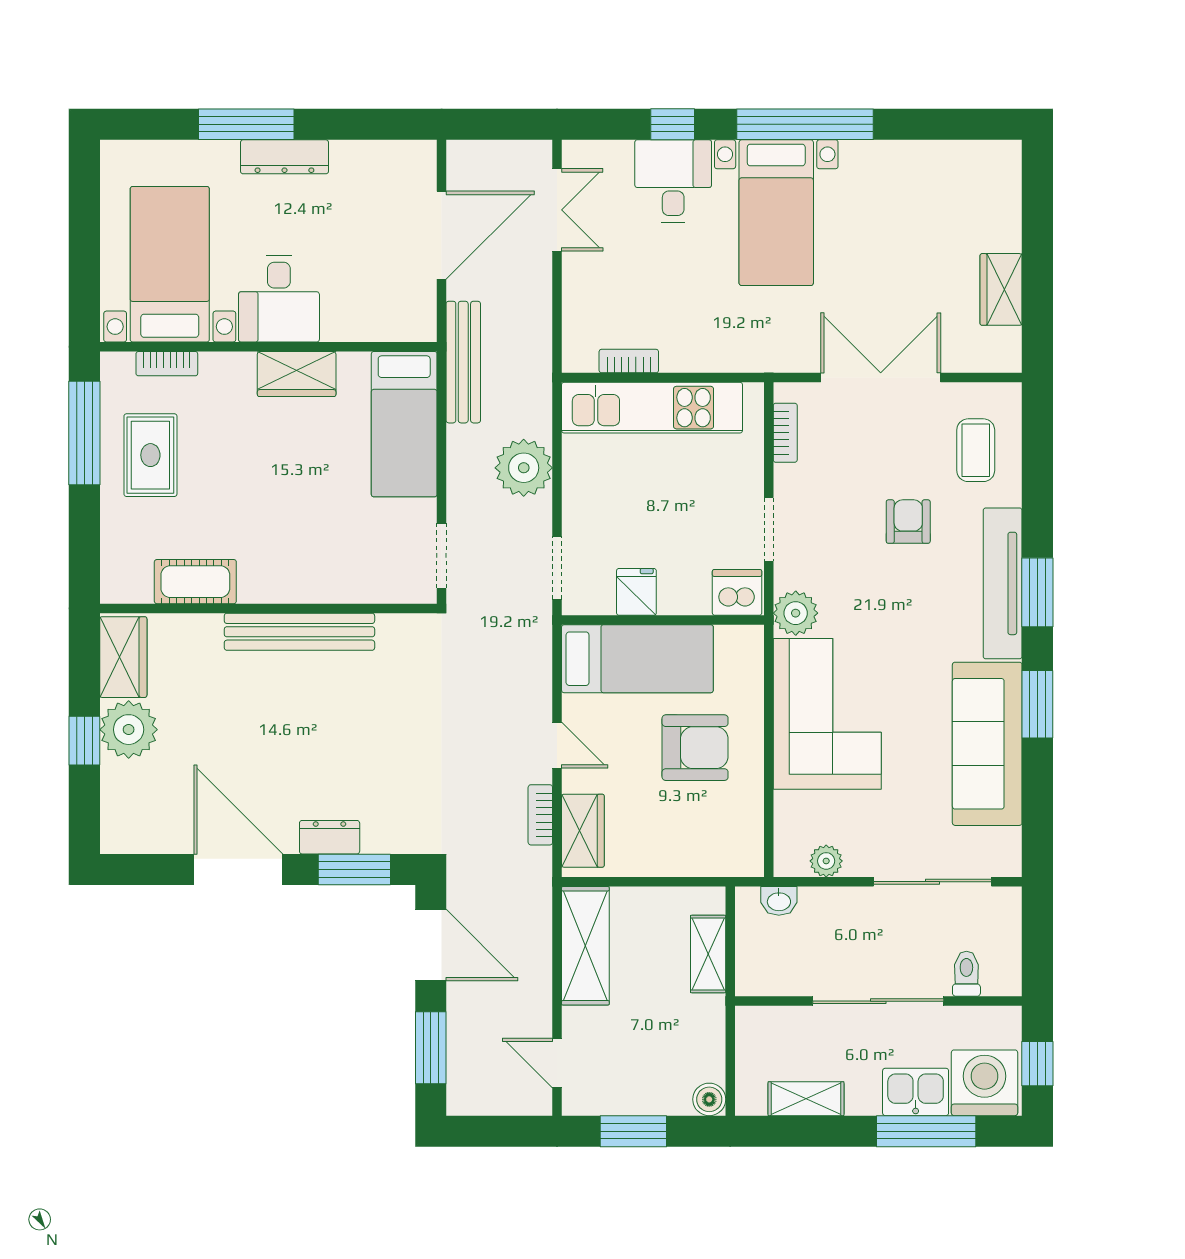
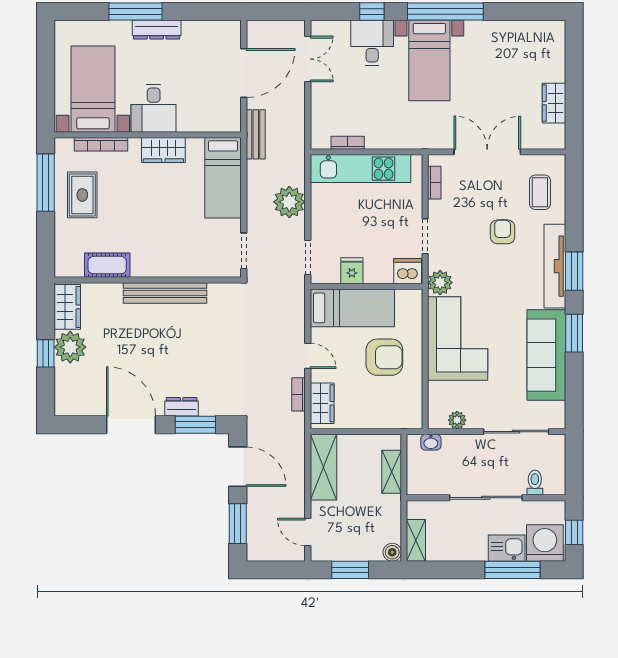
bench: (463, 362) -> (256, 134), width x0.73
bookcase: (167, 364) -> (101, 144), width x1.56
shelving: (806, 1099) -> (416, 540), moved, turned 90

